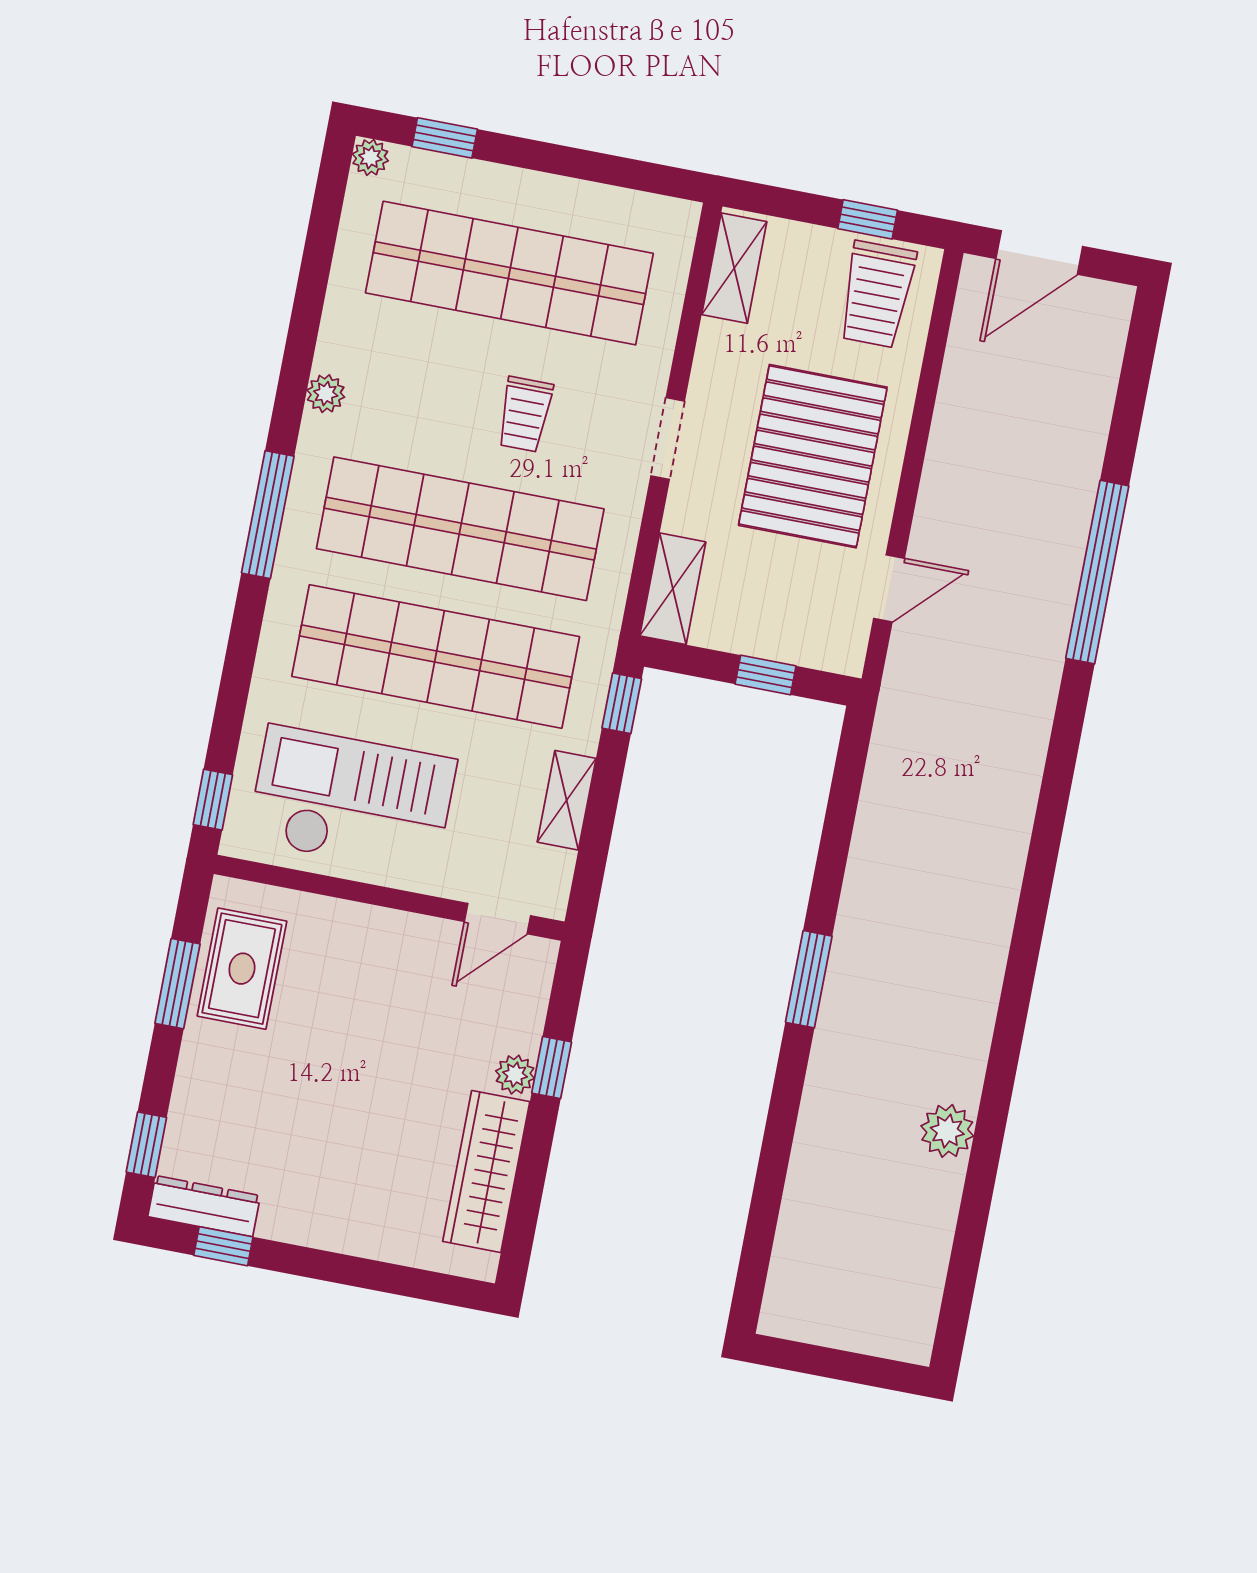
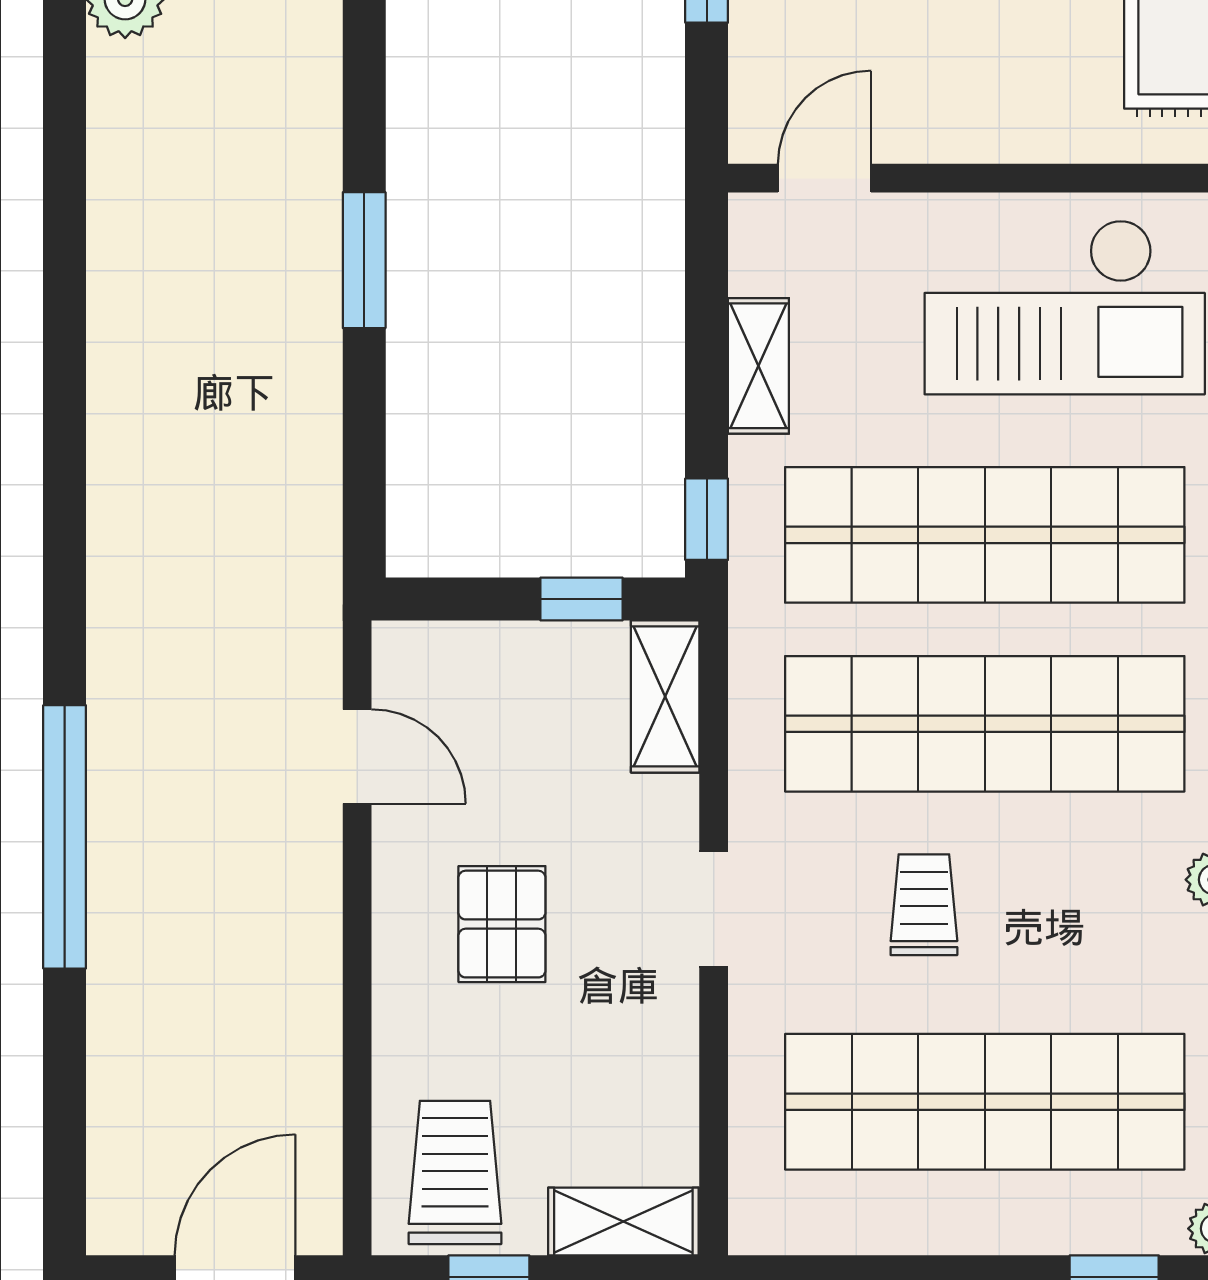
shelving: (734, 268) -> (623, 1221), moved, turned 90
pallet: (813, 456) -> (502, 924), width x0.49, depth x0.50
door: (889, 588) -> (357, 756), swing flipped
window: (766, 675) -> (581, 599), moved
window: (809, 979) -> (364, 260), moved

